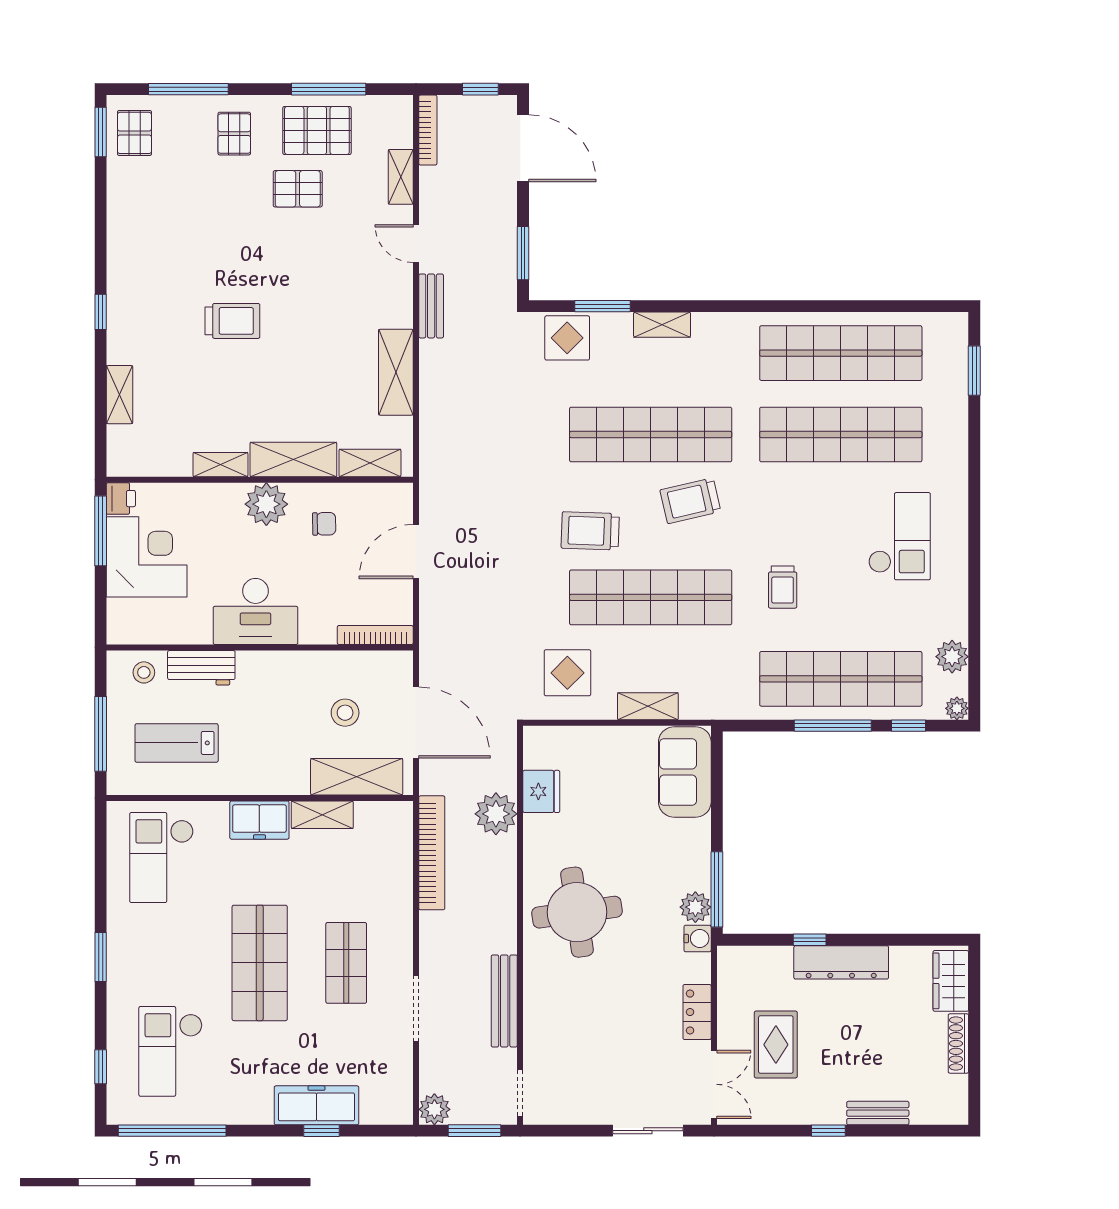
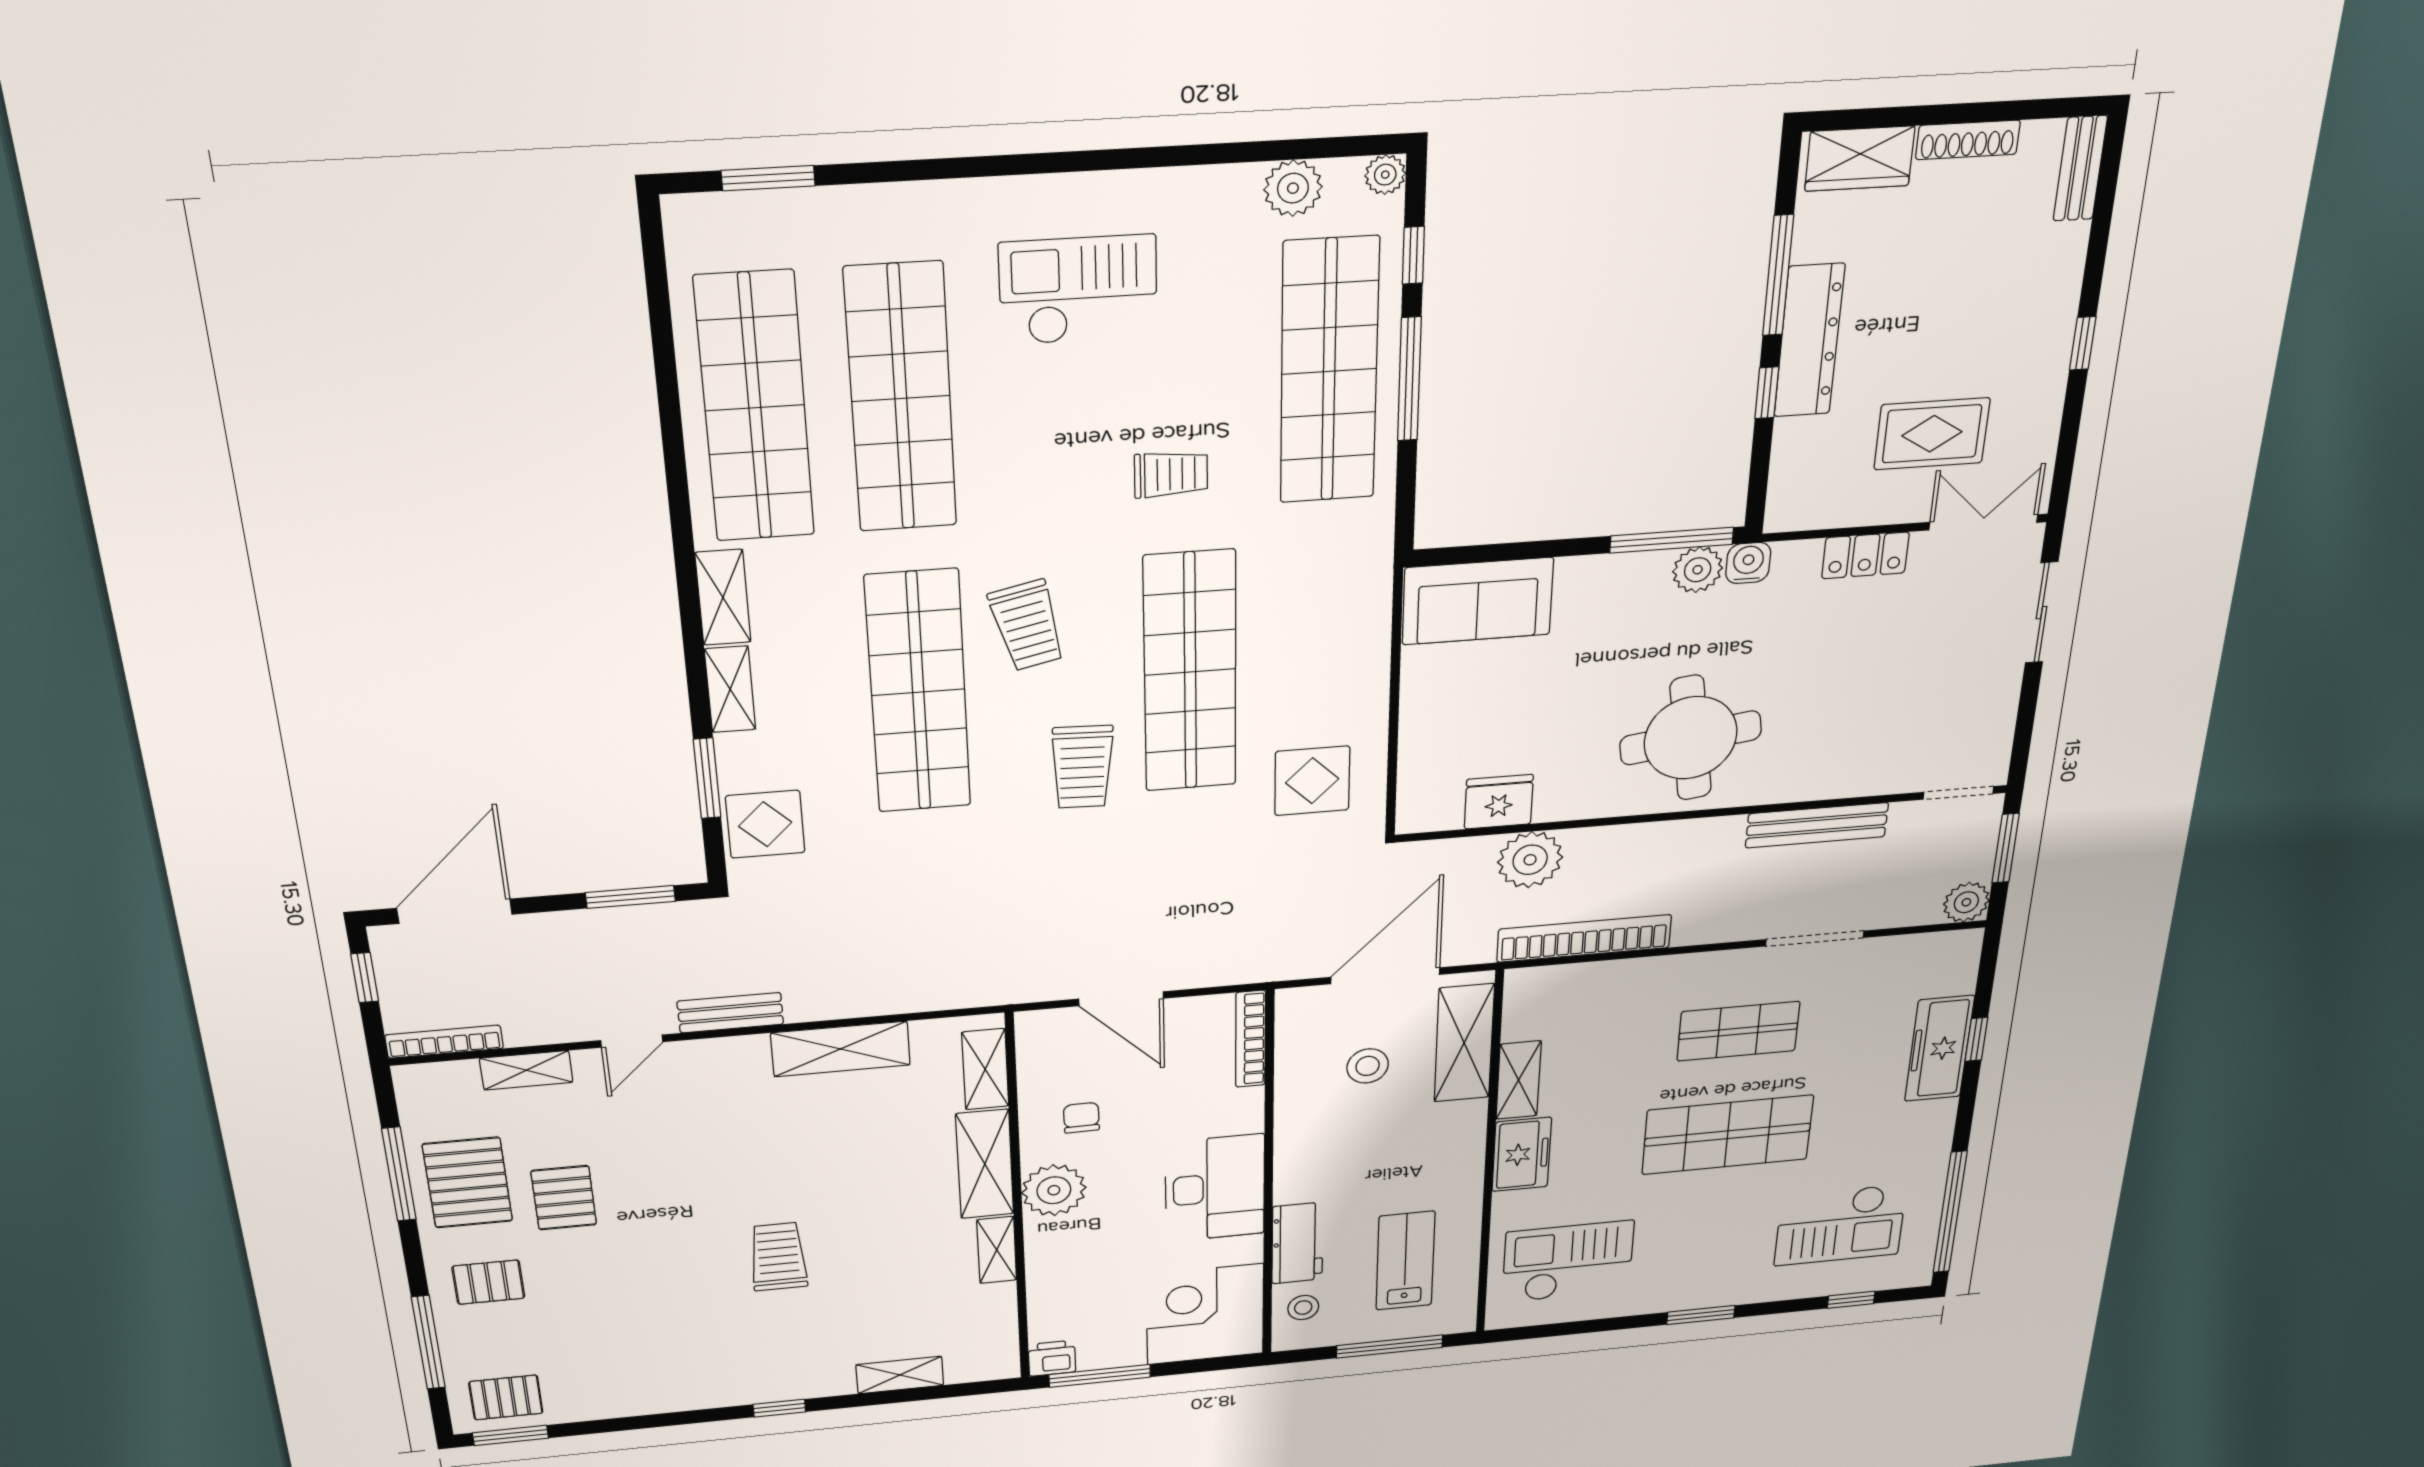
corner desk: (147, 557) -> (1205, 1314), moved
shelving: (648, 706) -> (723, 597), moved
lab bench: (177, 743) -> (1405, 1261), turned 180
checkout: (162, 858) -> (1568, 1262), turned 180
window: (883, 940) -> (1778, 275), added
bench: (878, 1113) -> (2080, 168), moved

